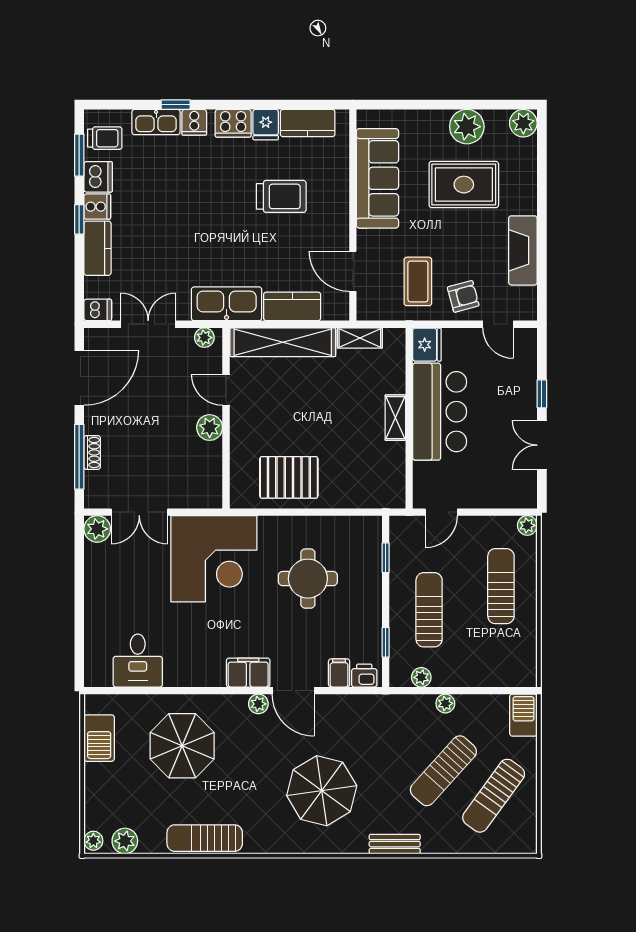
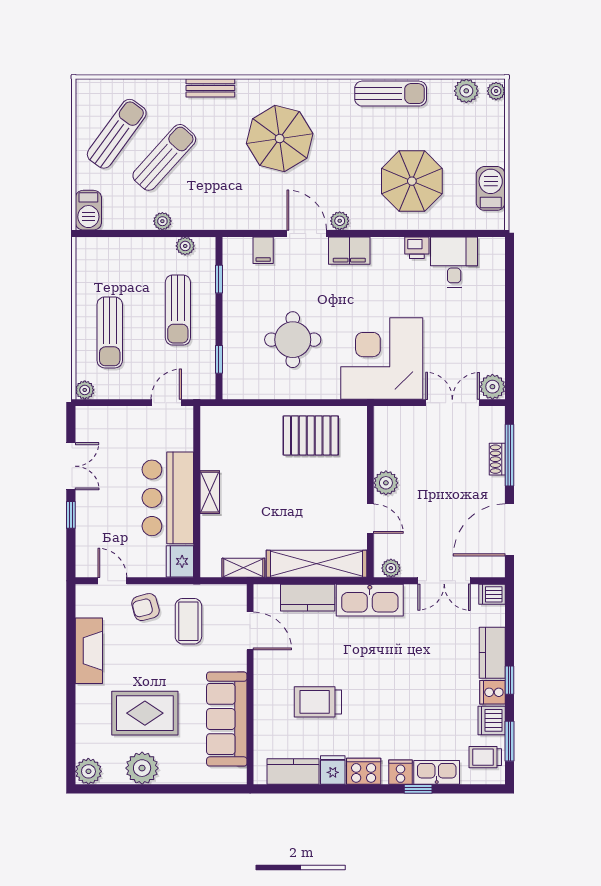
printer: (364, 676) -> (417, 248), moved

